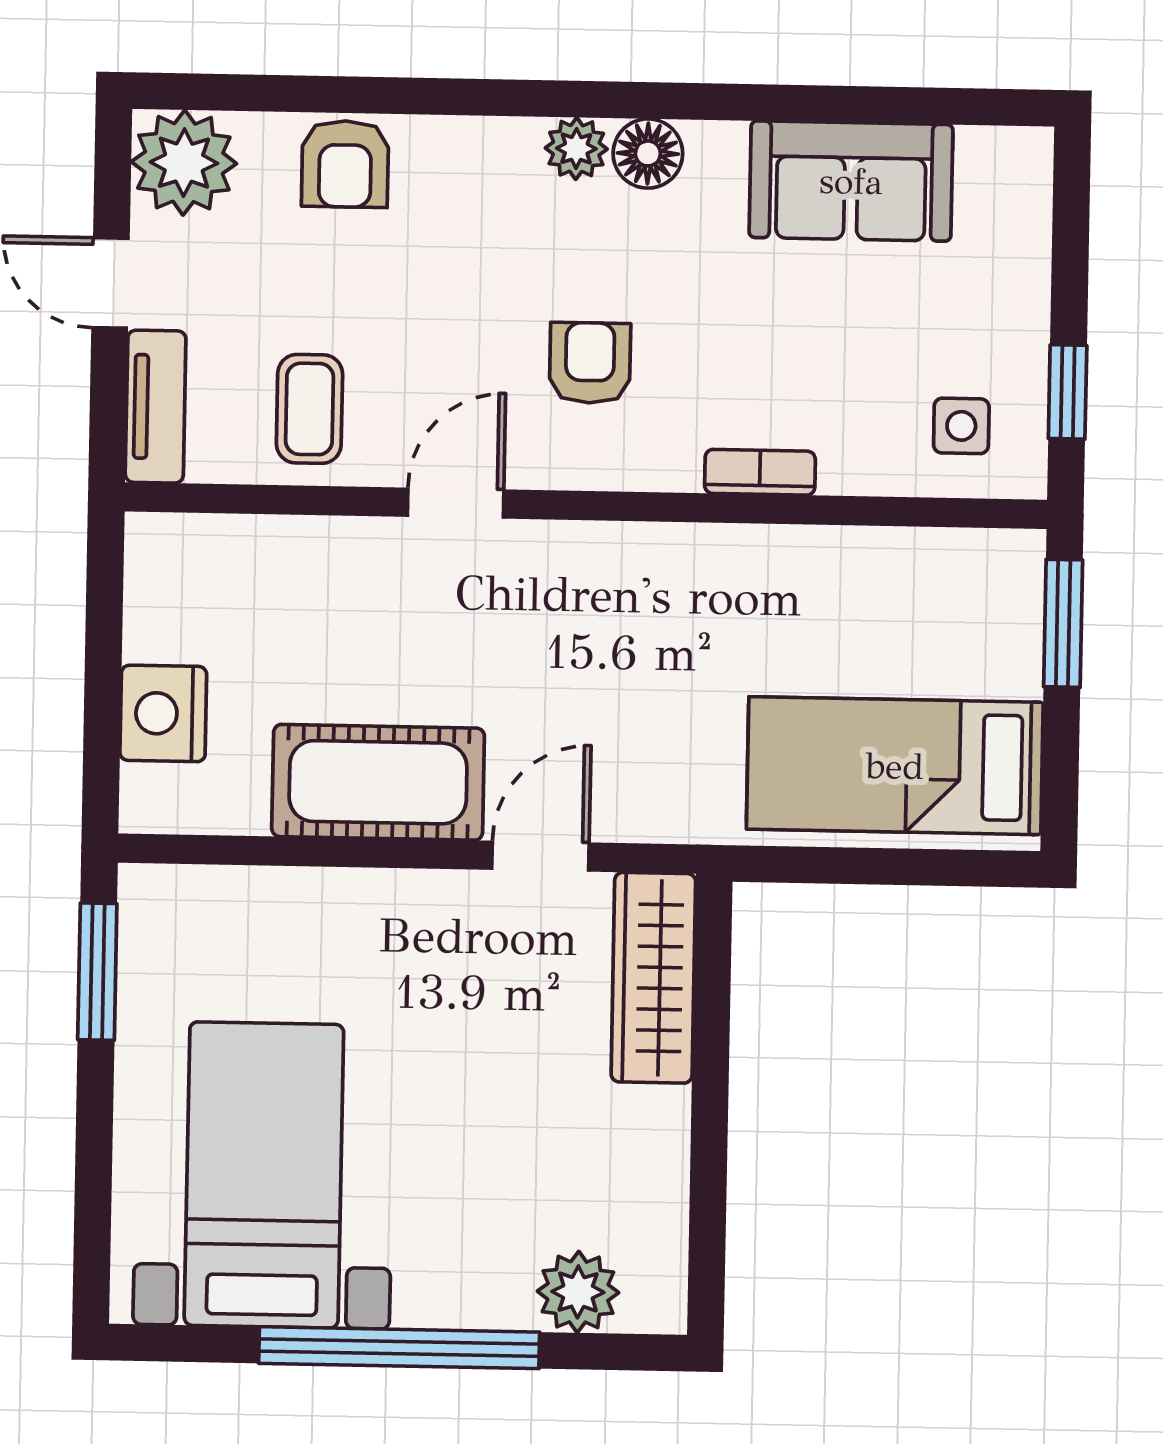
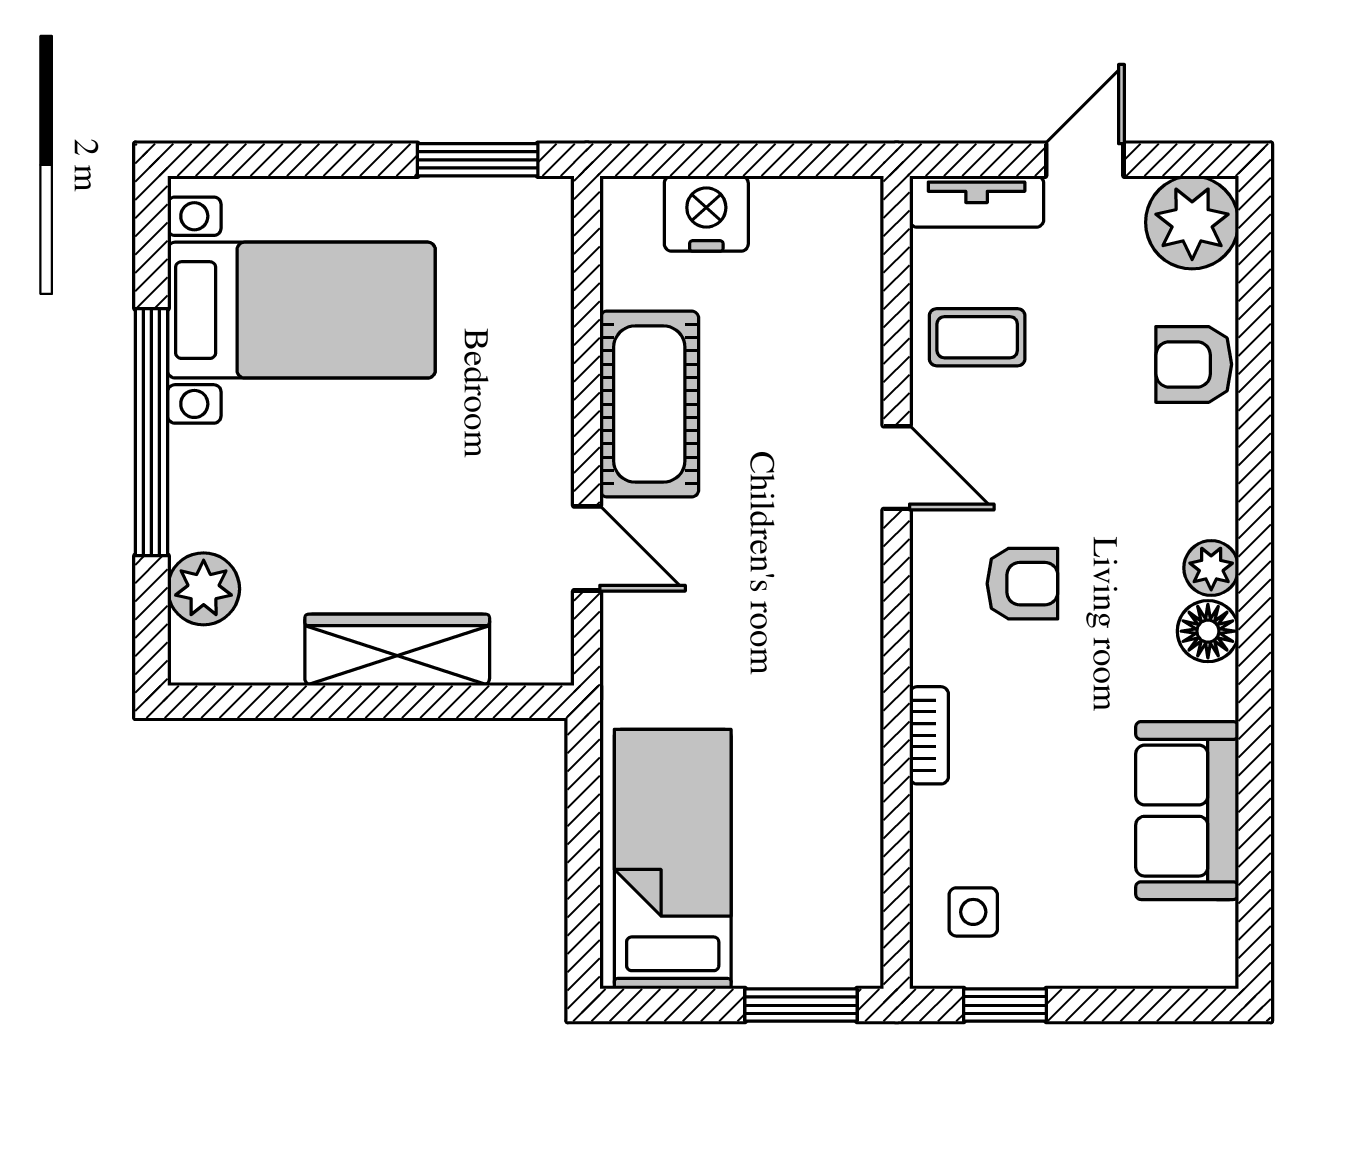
wardrobe: (653, 978) -> (397, 650), moved

